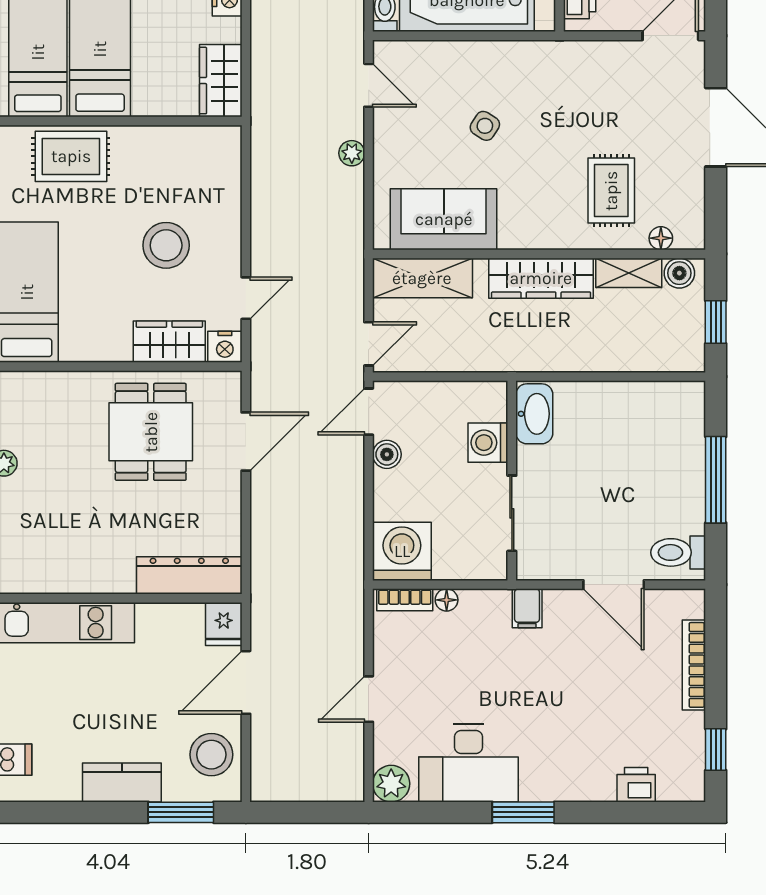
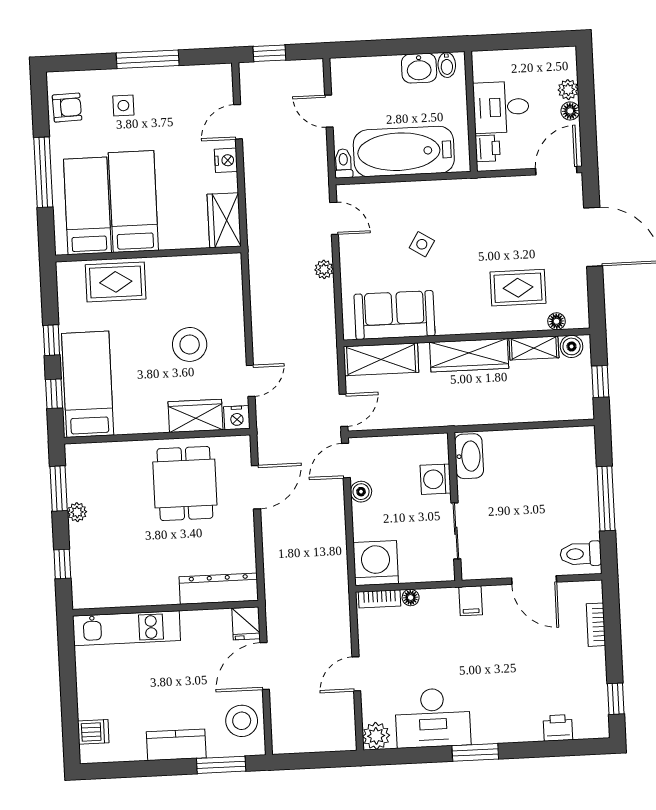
rug: (611, 191) -> (518, 288), turned 90
bookcase: (694, 665) -> (596, 625), width x0.64

